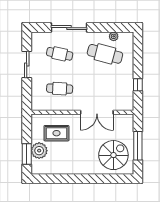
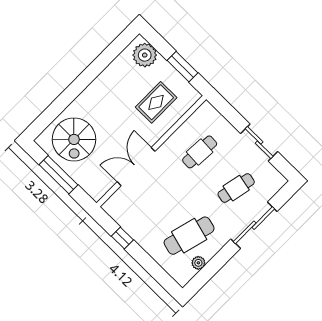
plant: (39, 151) -> (145, 55), moved
window: (27, 154) -> (182, 67), moved

